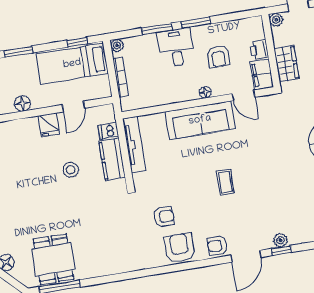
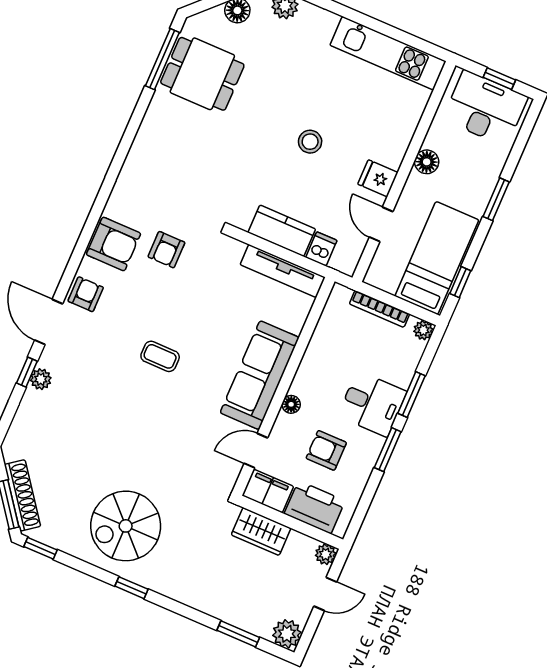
printer: (259, 50) -> (315, 507), width x1.87, depth x1.48
stool: (71, 170) -> (310, 142), moved

